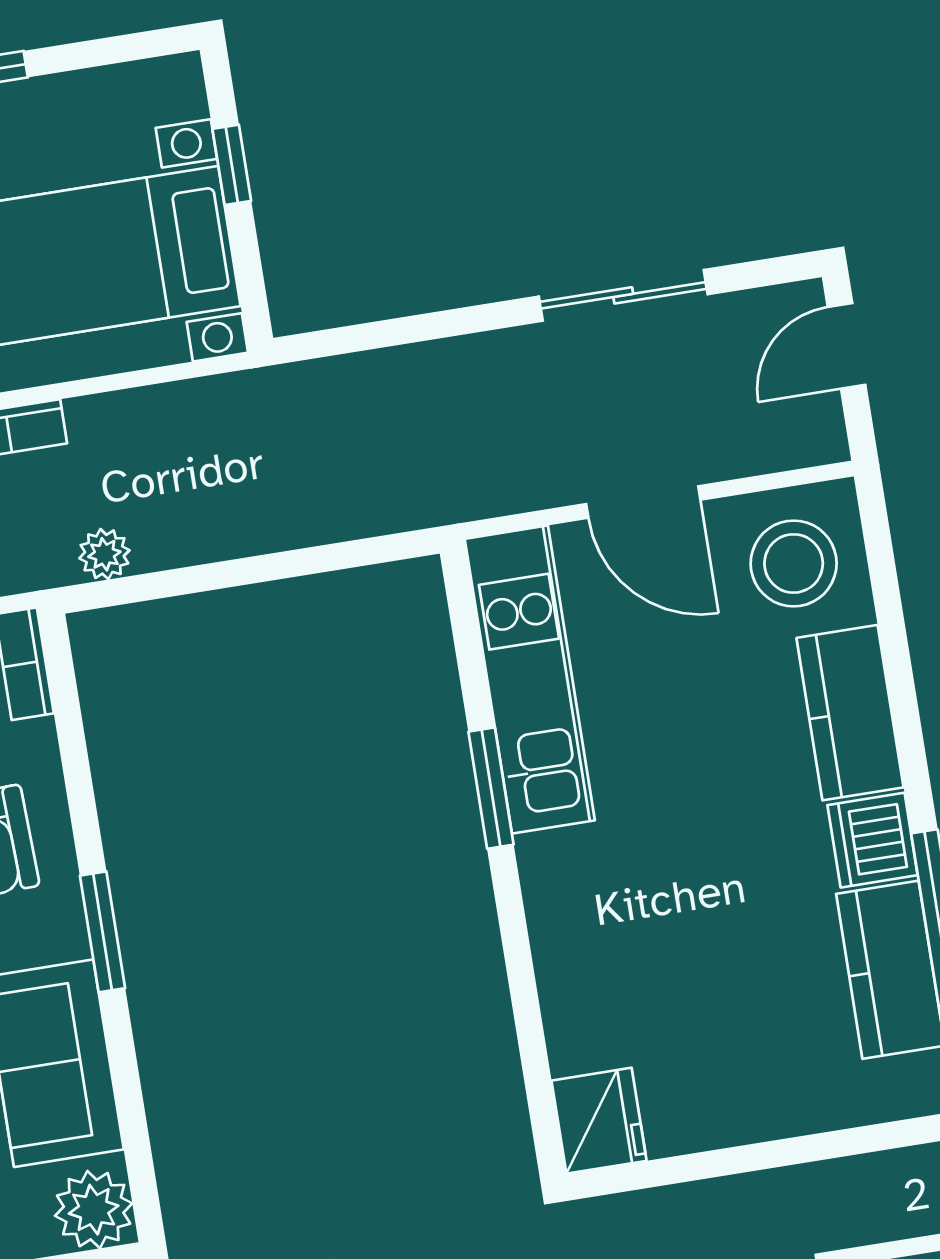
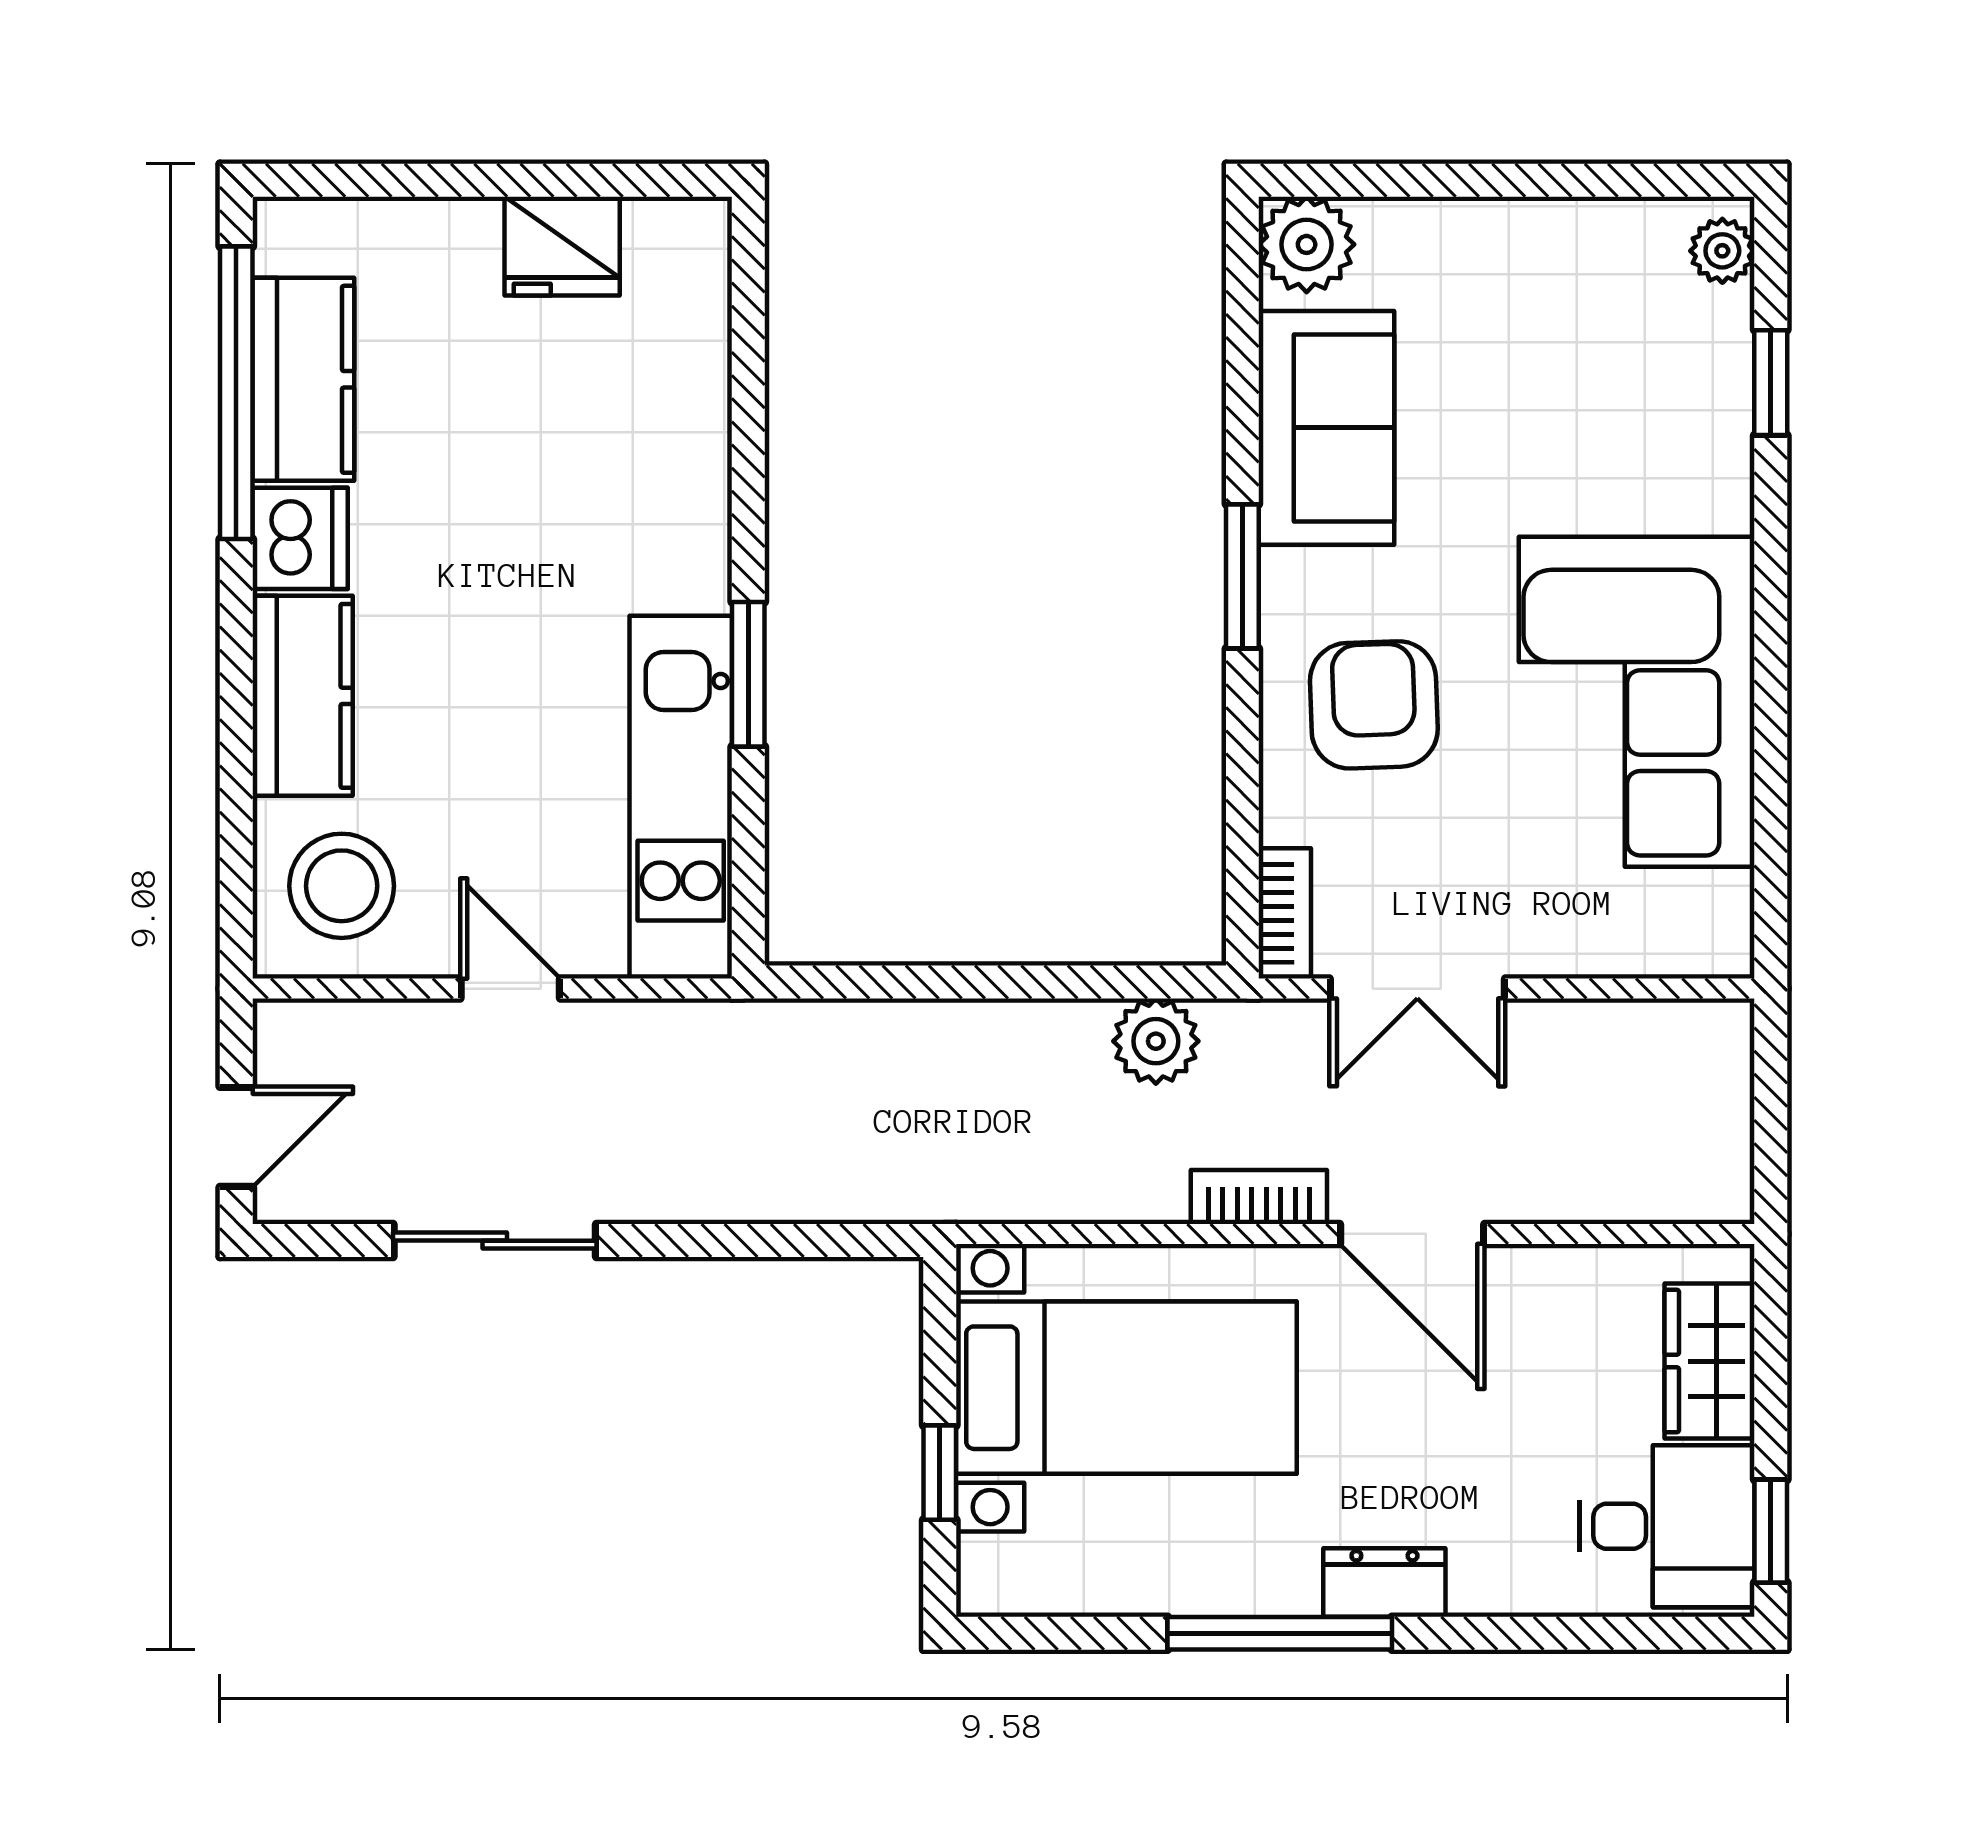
door: (643, 502) -> (510, 989), width x0.73
plant: (104, 554) -> (1156, 1041), width x1.38, depth x1.38
fridge: (599, 1121) -> (562, 246), moved, turned -90

